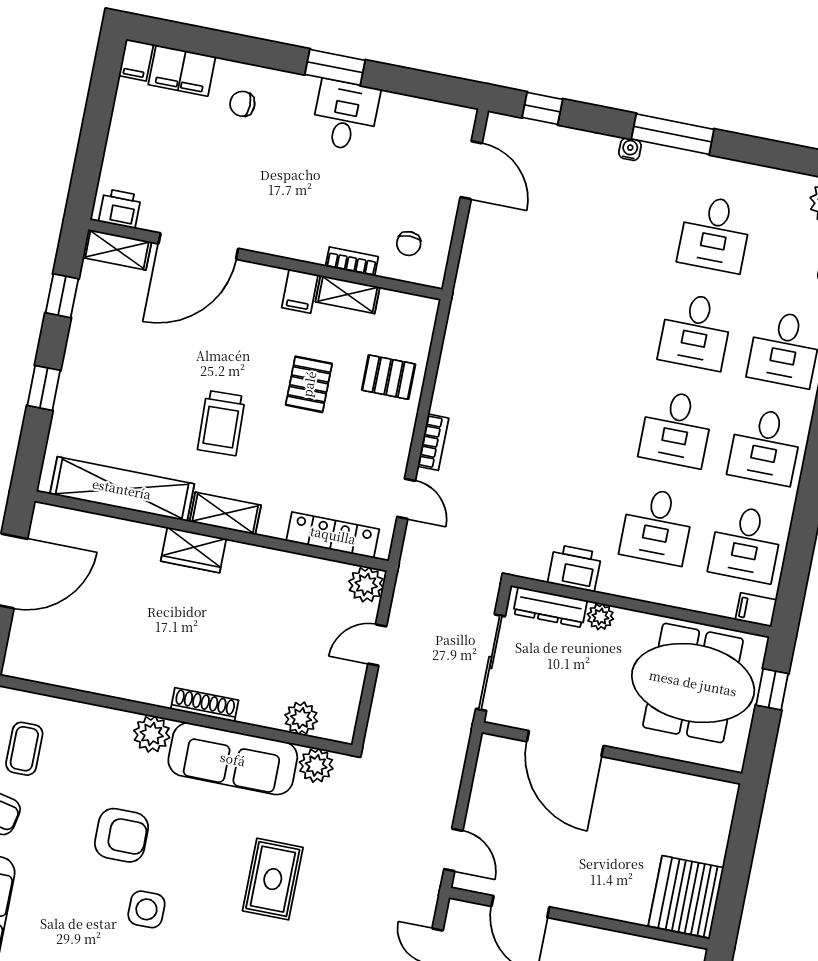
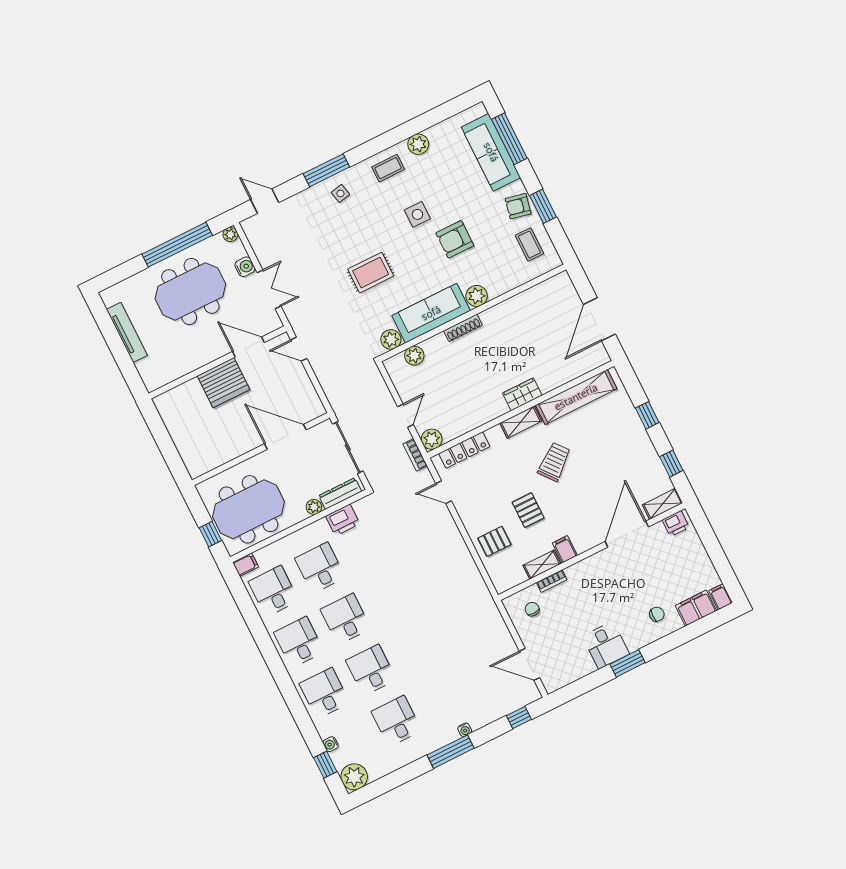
trolley: (221, 423) -> (554, 462), turned 53
bookcase: (433, 442) -> (415, 455), moved
rug: (273, 879) -> (371, 273), turned 90
server rack: (686, 897) -> (223, 383), moved, turned 90

